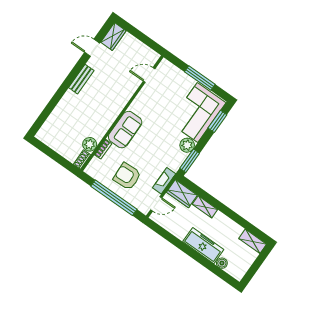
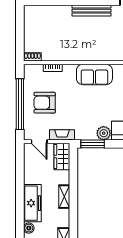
bench: (81, 79) -> (91, 11), width x1.36
sofa: (125, 130) -> (94, 74), moved
plant: (90, 144) -> (49, 54), removed
armchair: (127, 176) -> (45, 103), turned -87
shelving: (205, 207) -> (64, 197), moved

